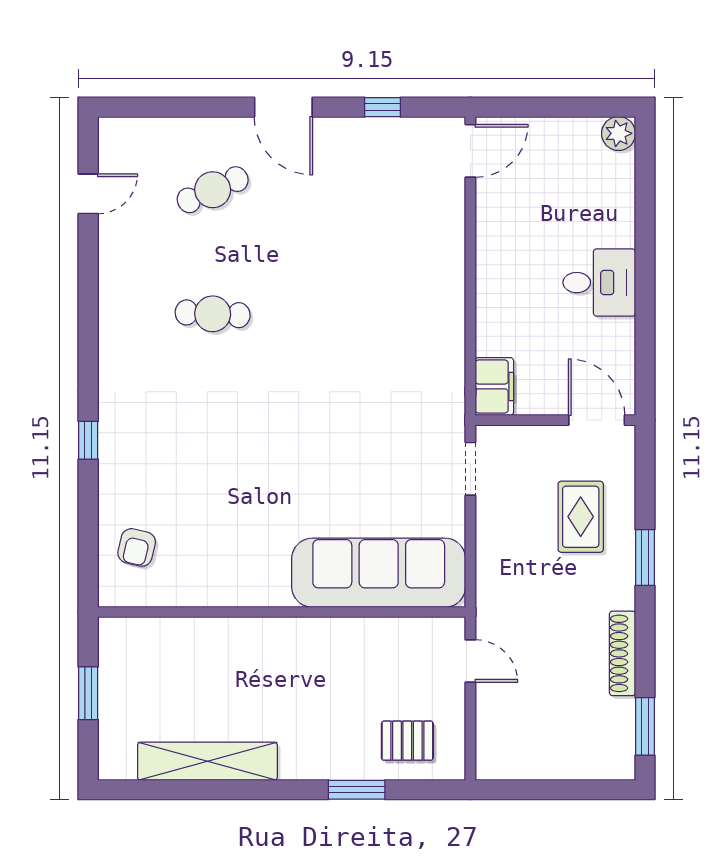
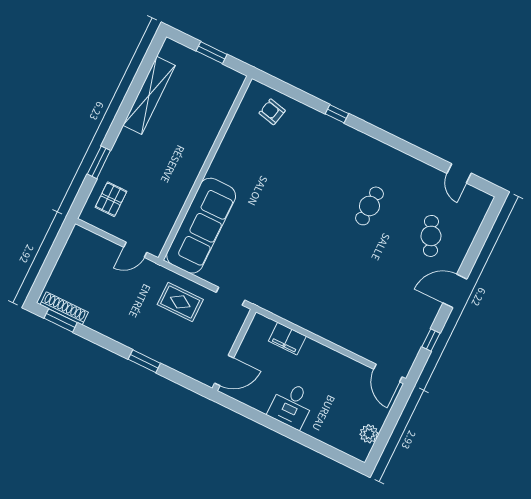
plant: (619, 133) -> (369, 434), moved
filing cabinet: (494, 386) -> (287, 339), moved
rug: (581, 517) -> (180, 302), moved
shoe rack: (622, 653) -> (64, 308), moved

